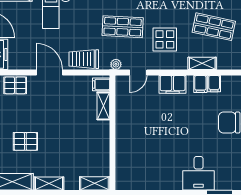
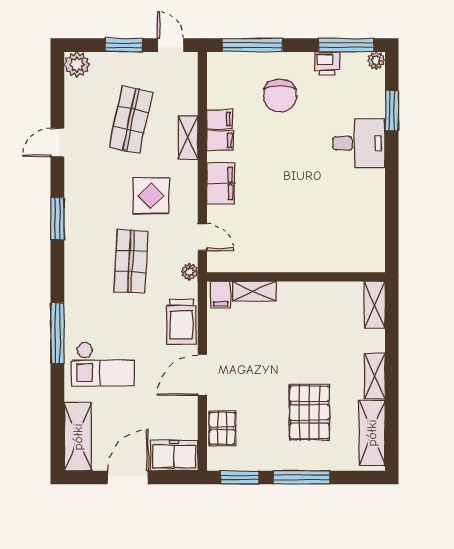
pallet: (25, 141) -> (309, 412), width x1.50, depth x1.42

